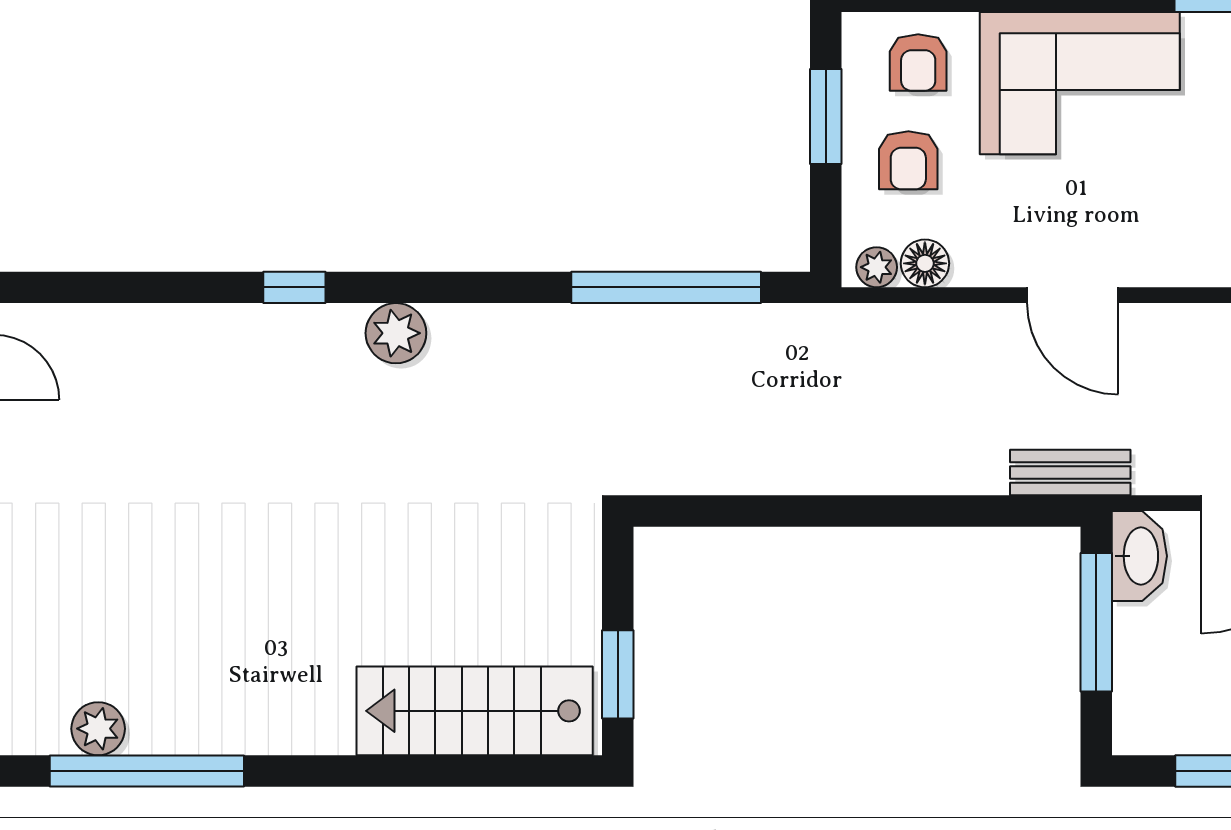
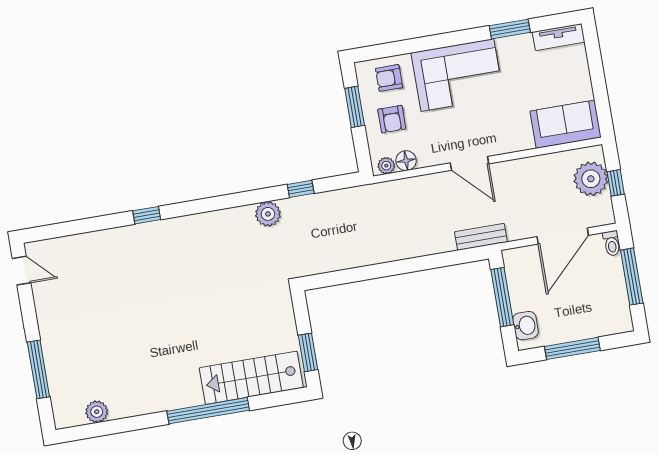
armchair: (918, 63) -> (389, 78), turned 90
window: (666, 287) -> (301, 189), width x0.32
plant: (396, 333) -> (268, 214), moved
washbasin: (1139, 556) -> (526, 326), moved, width x0.72
window: (147, 771) -> (208, 411), moved

